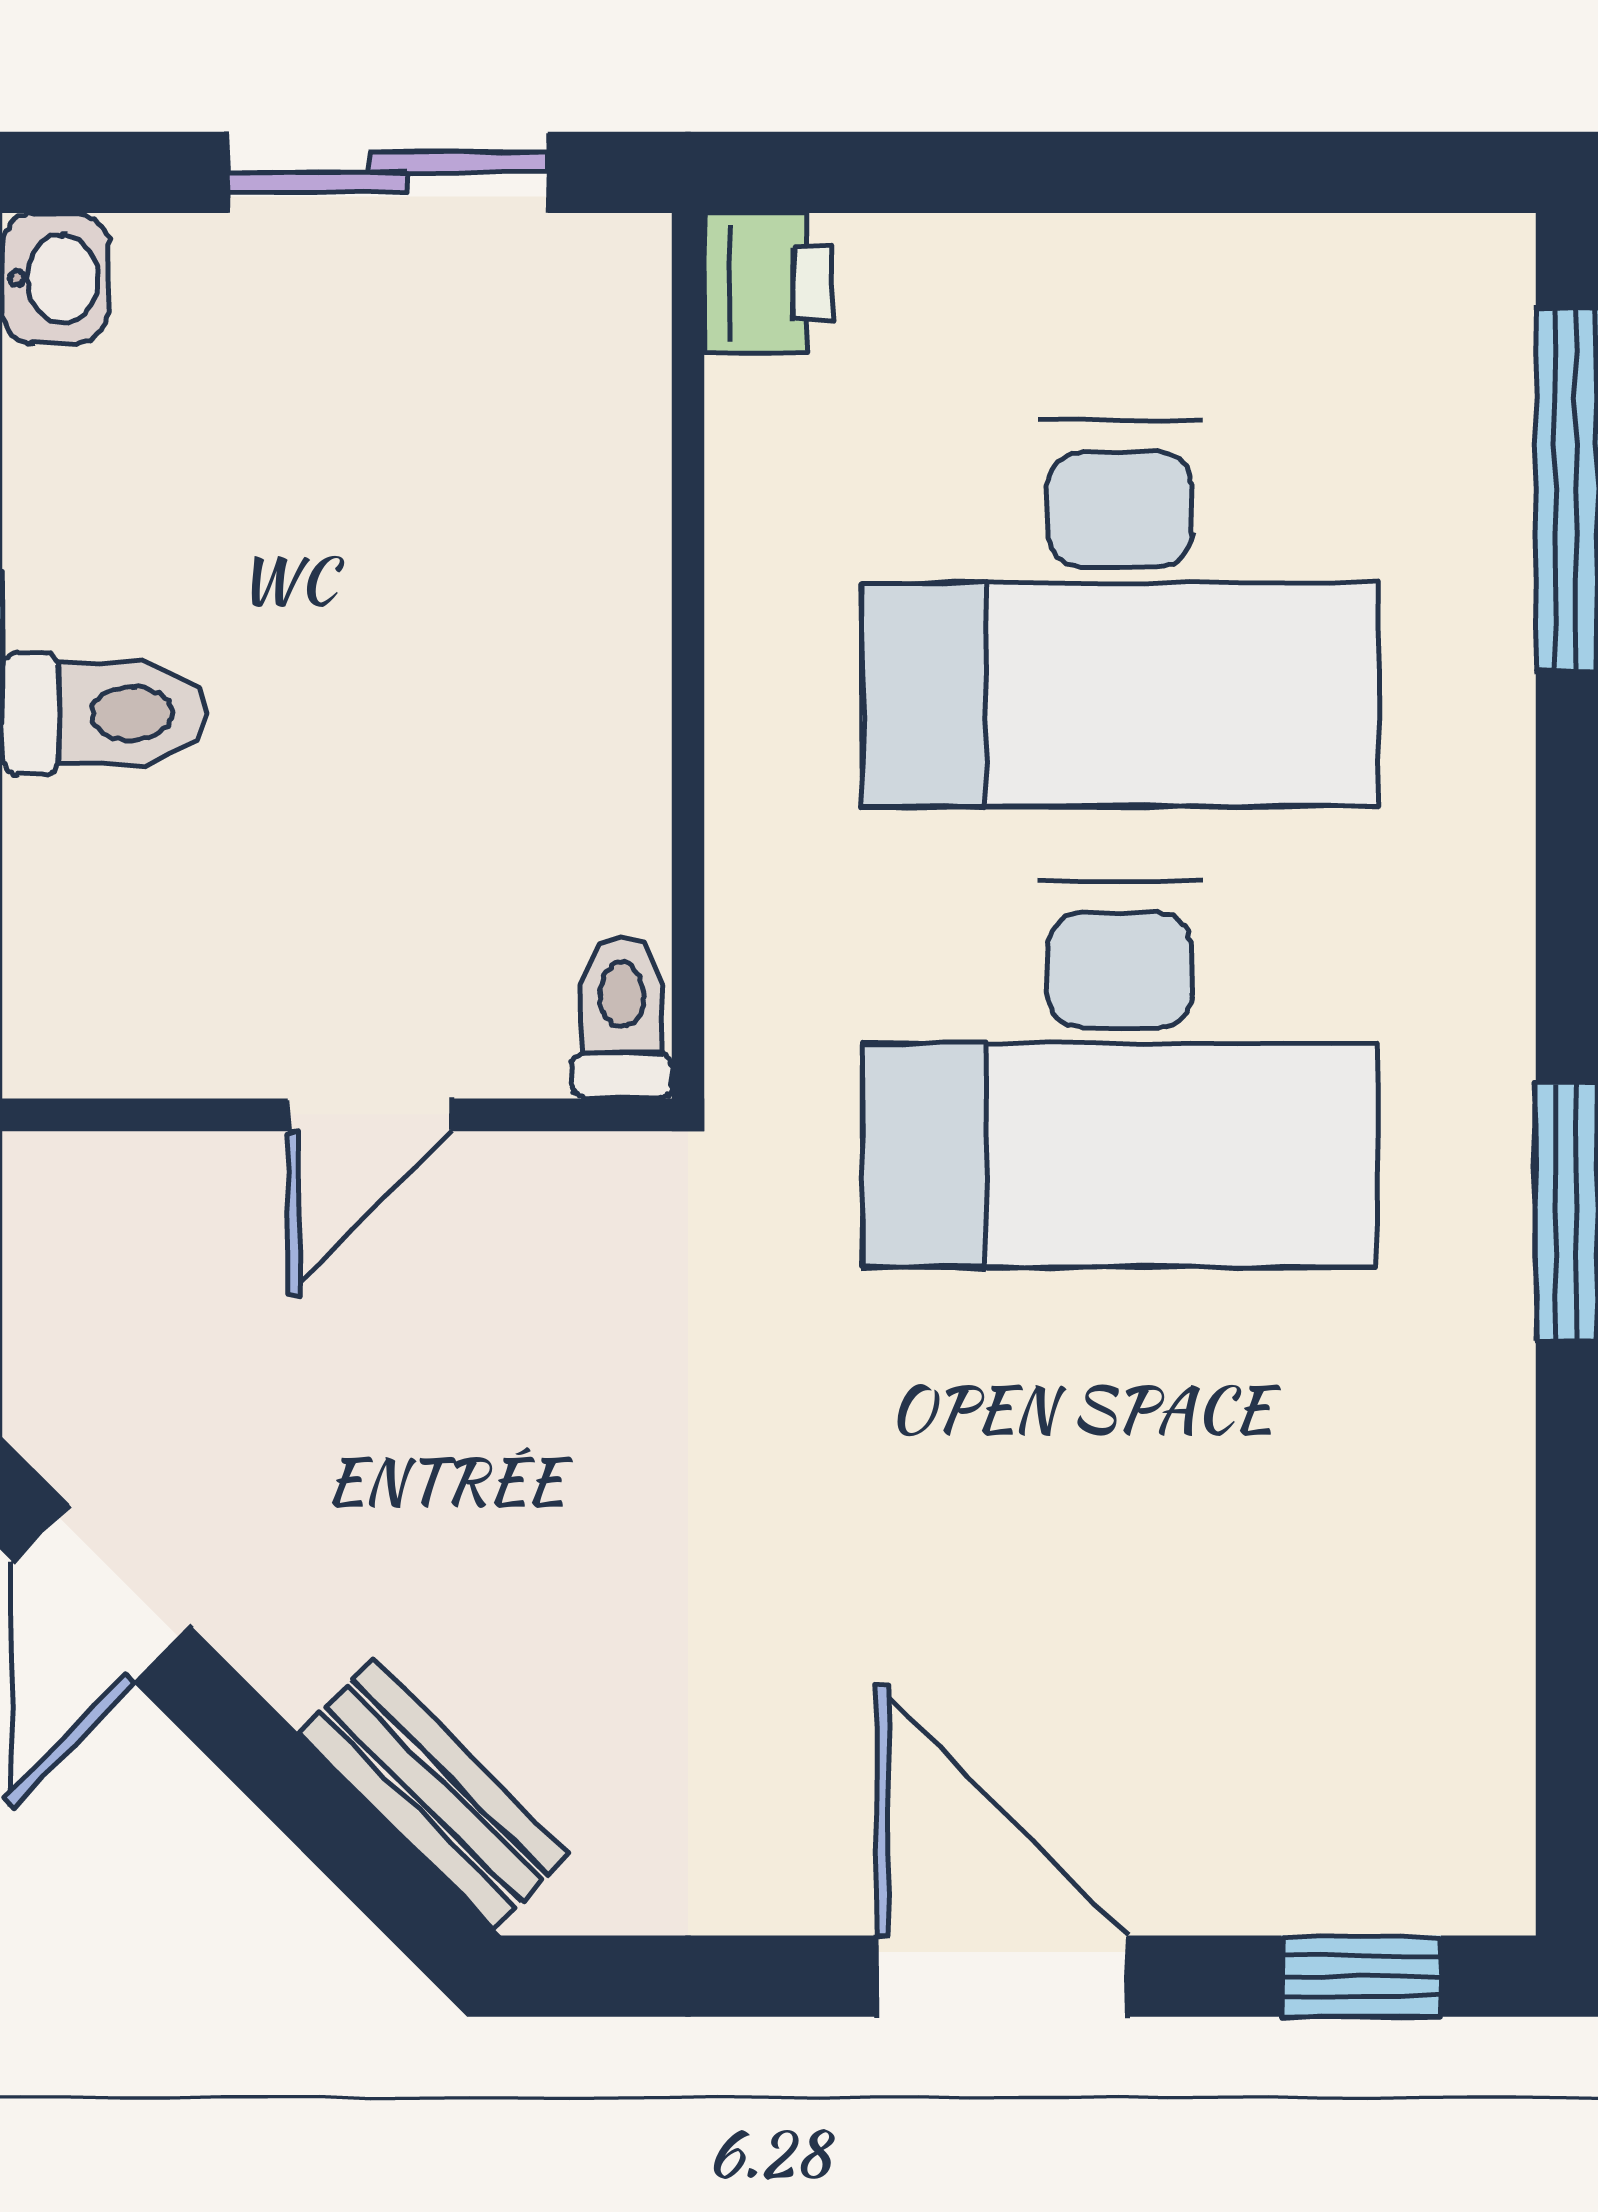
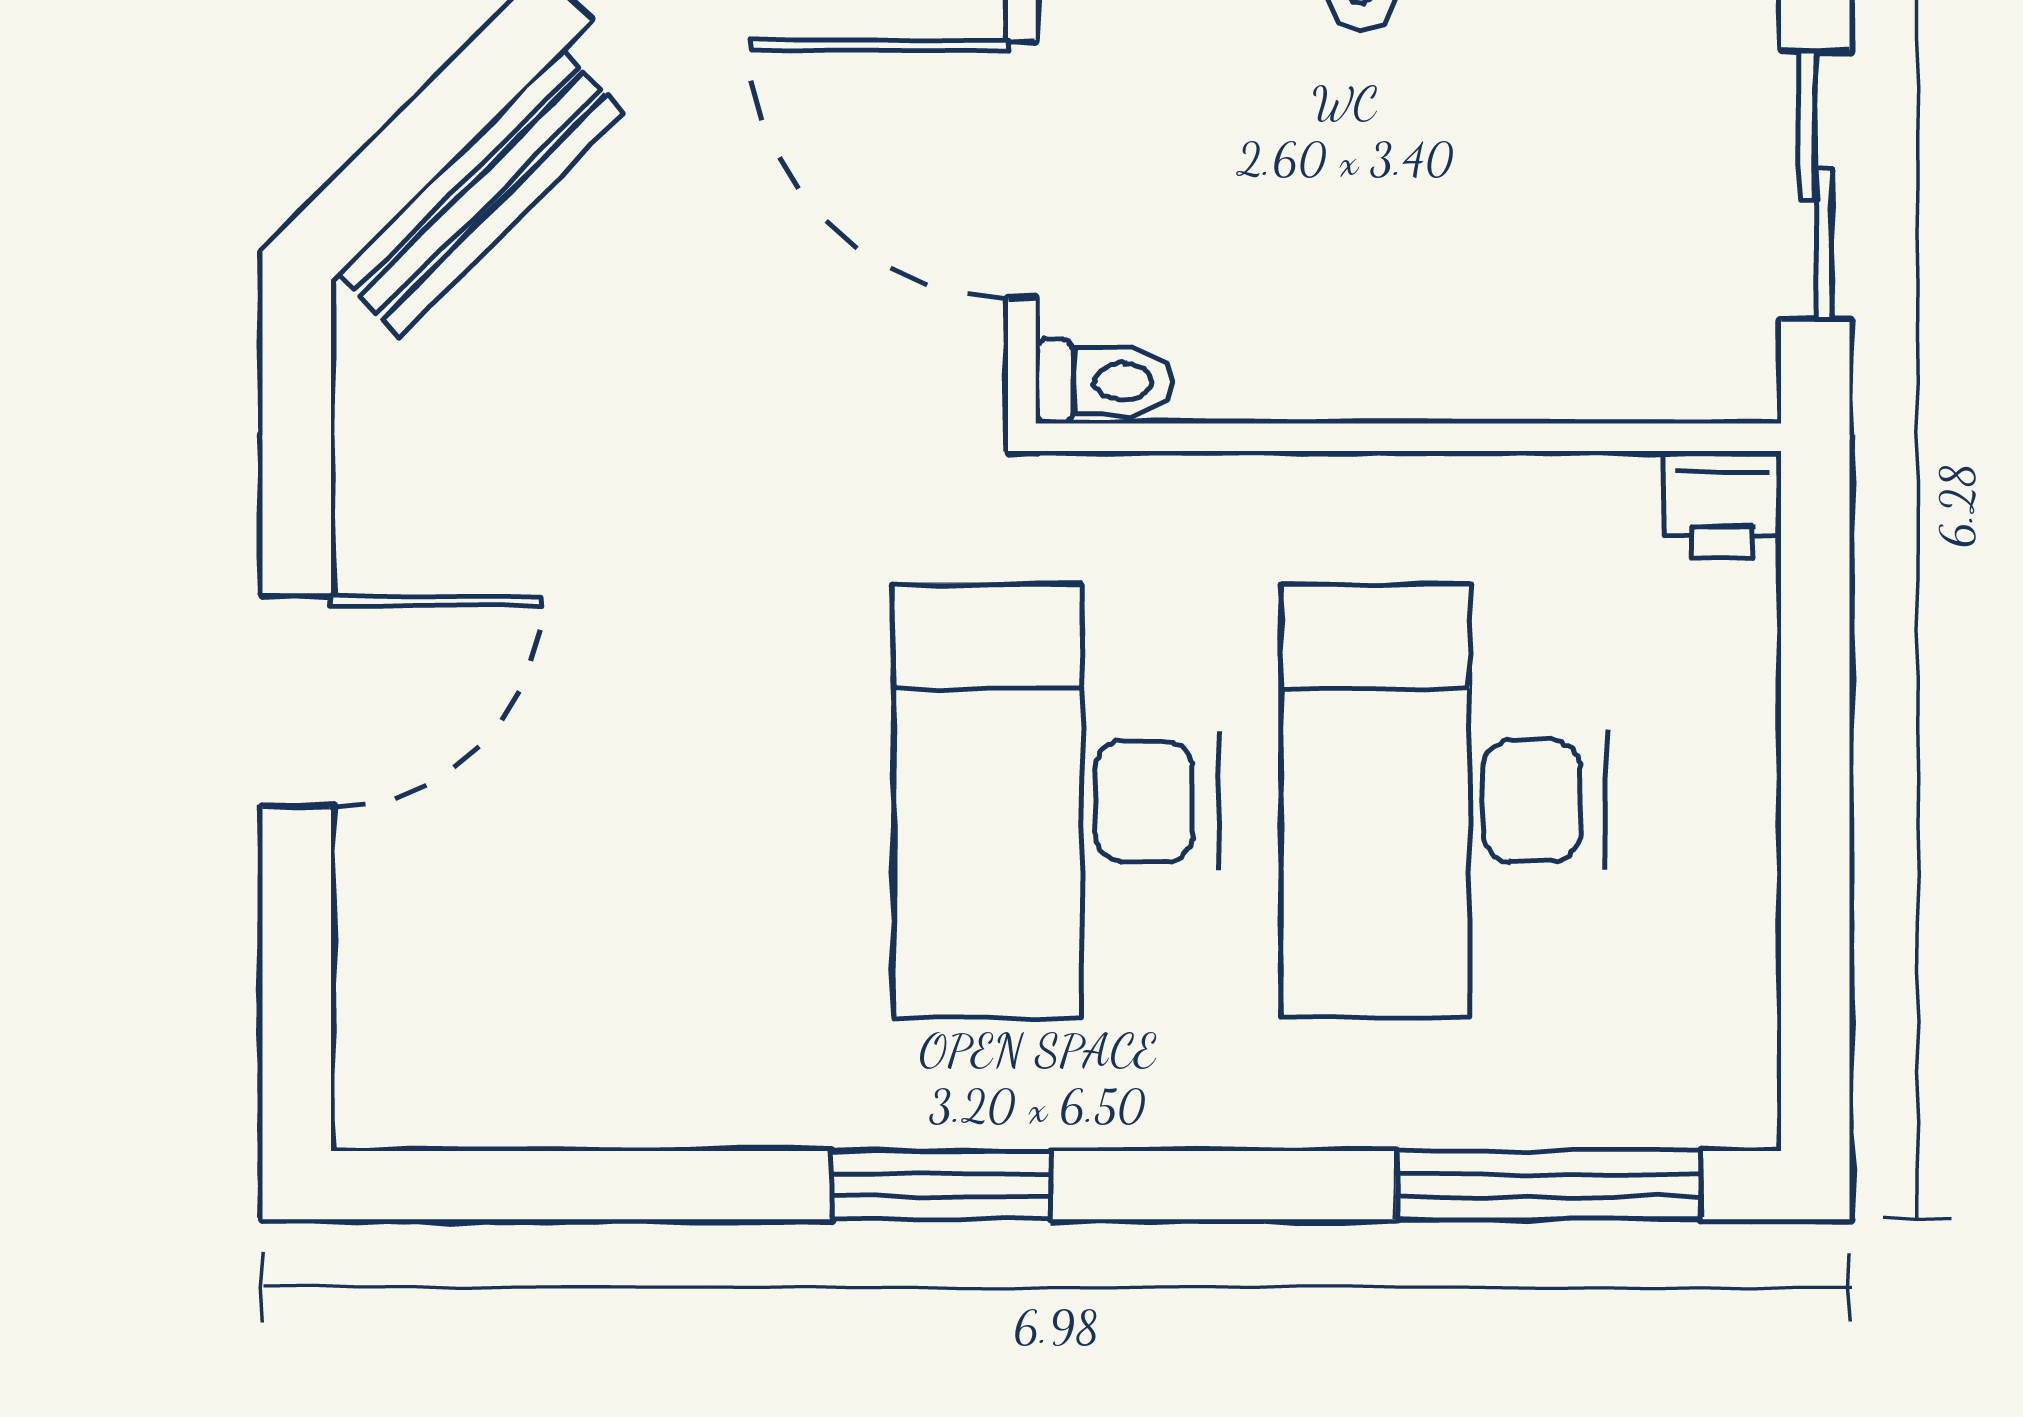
door: (369, 1115) -> (1022, 169), width x1.88
bench: (434, 1794) -> (480, 193), width x1.36
window: (1361, 1976) -> (297, 1004), removed

